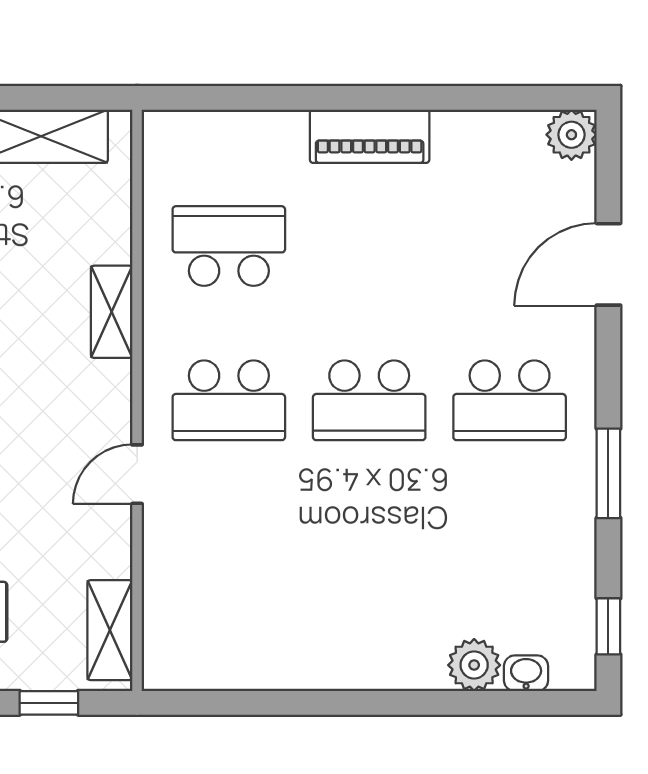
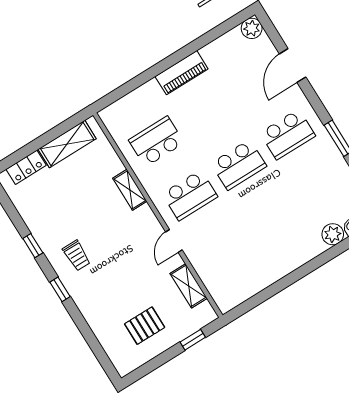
shelving: (110, 630) -> (189, 286), moved

